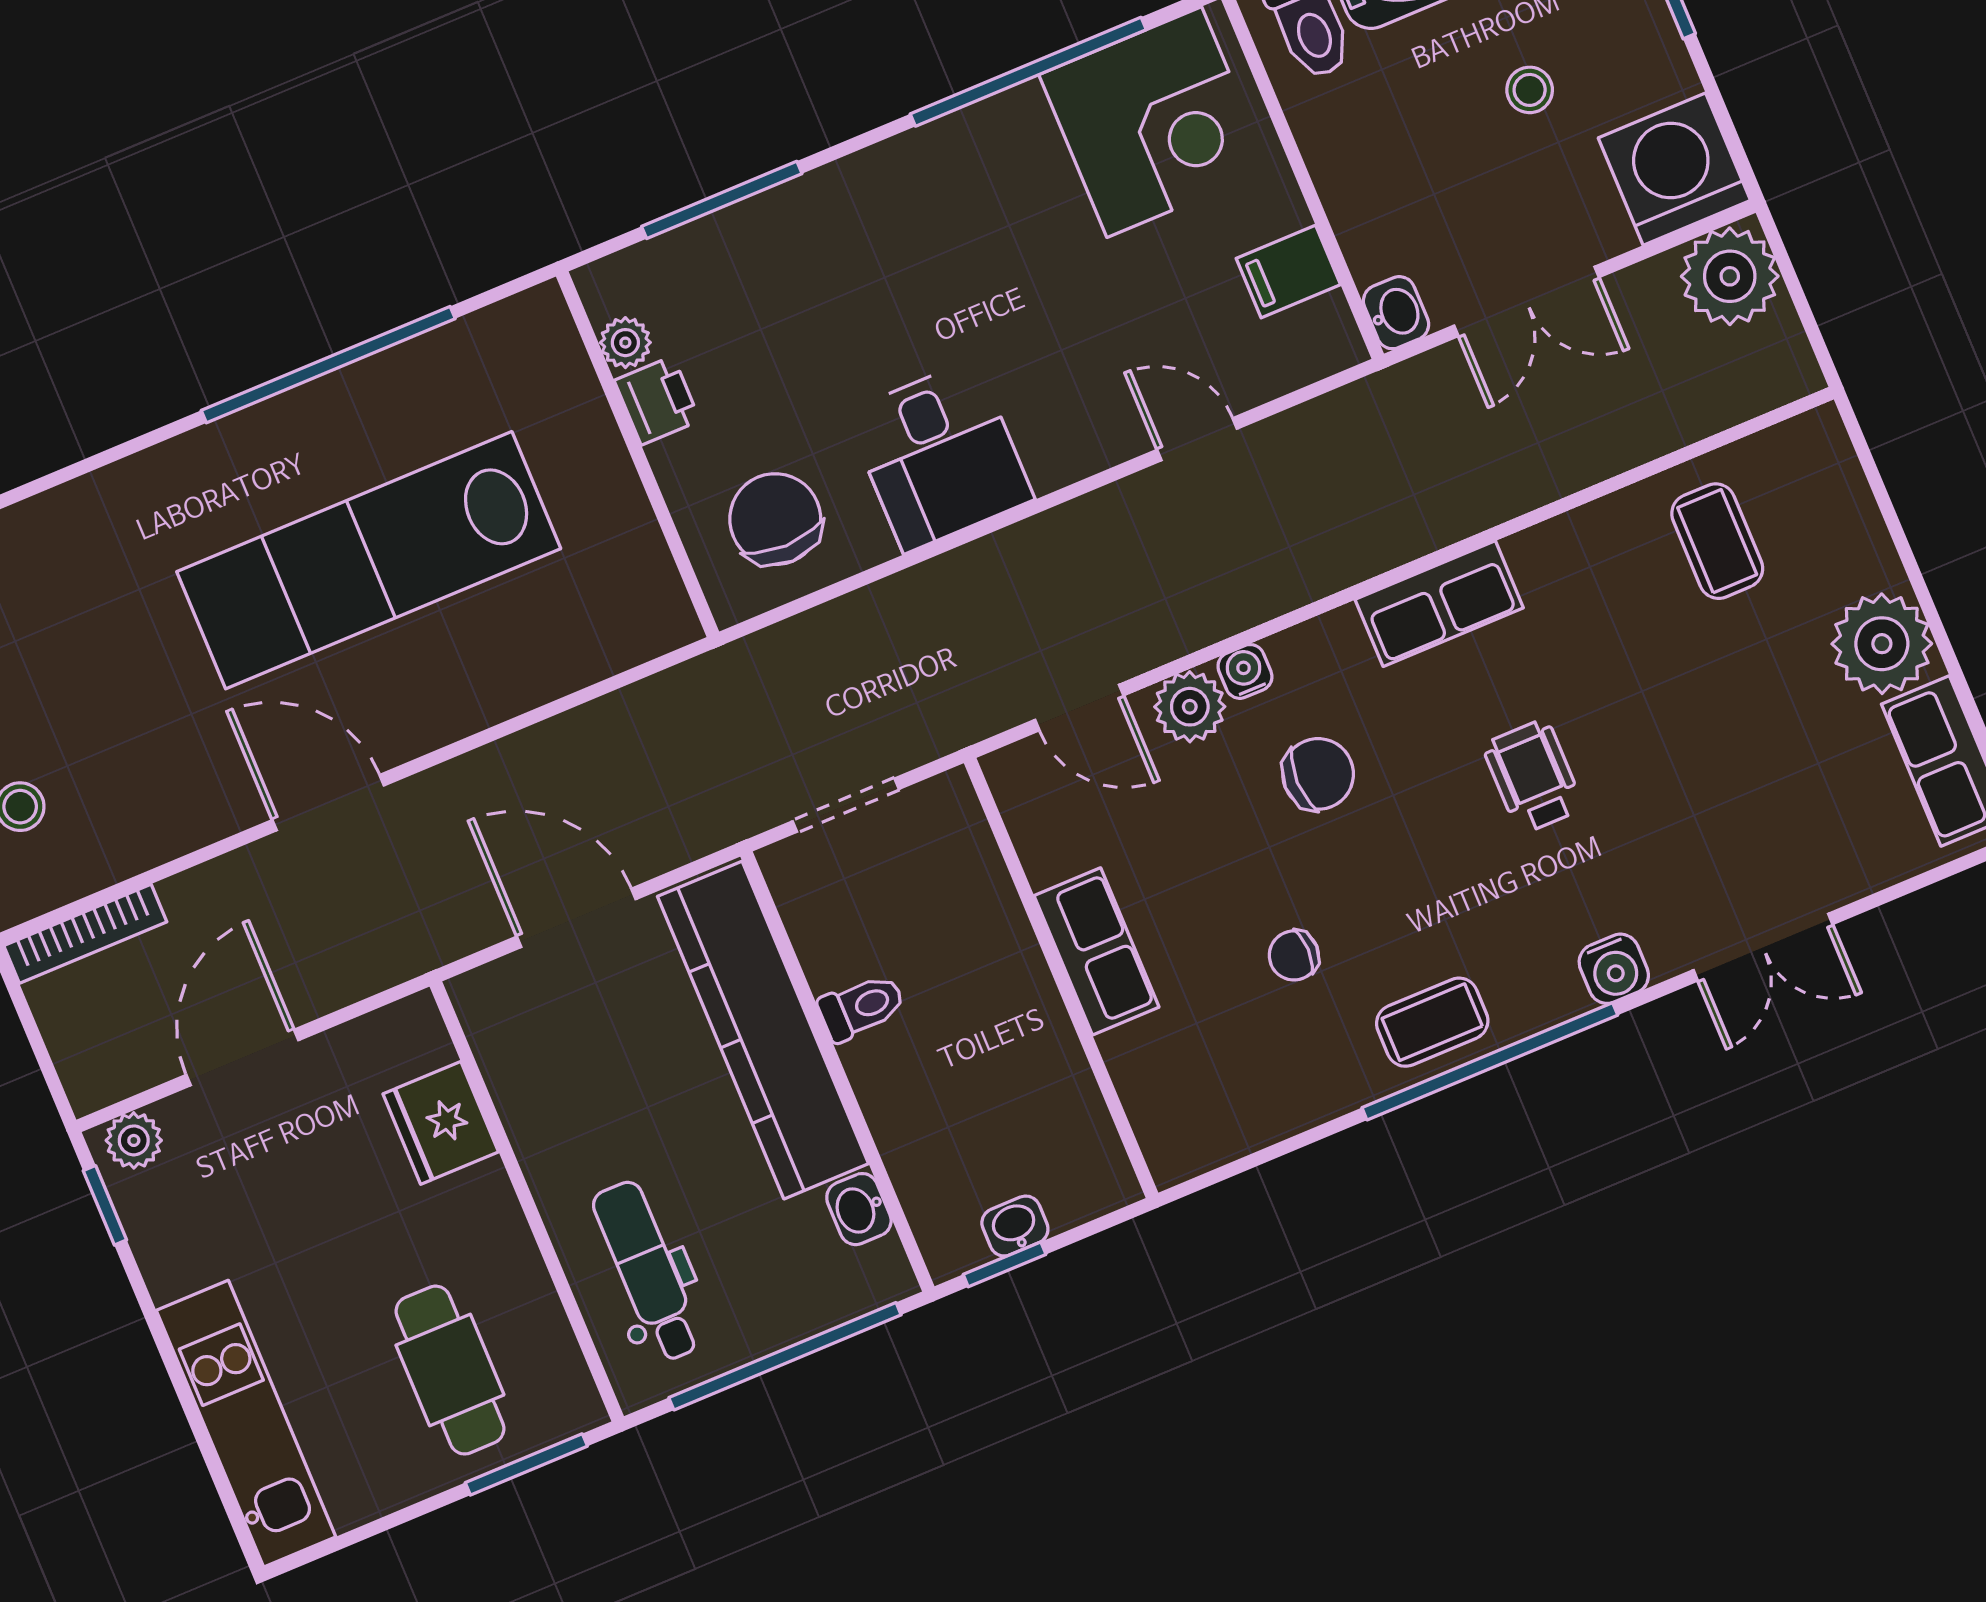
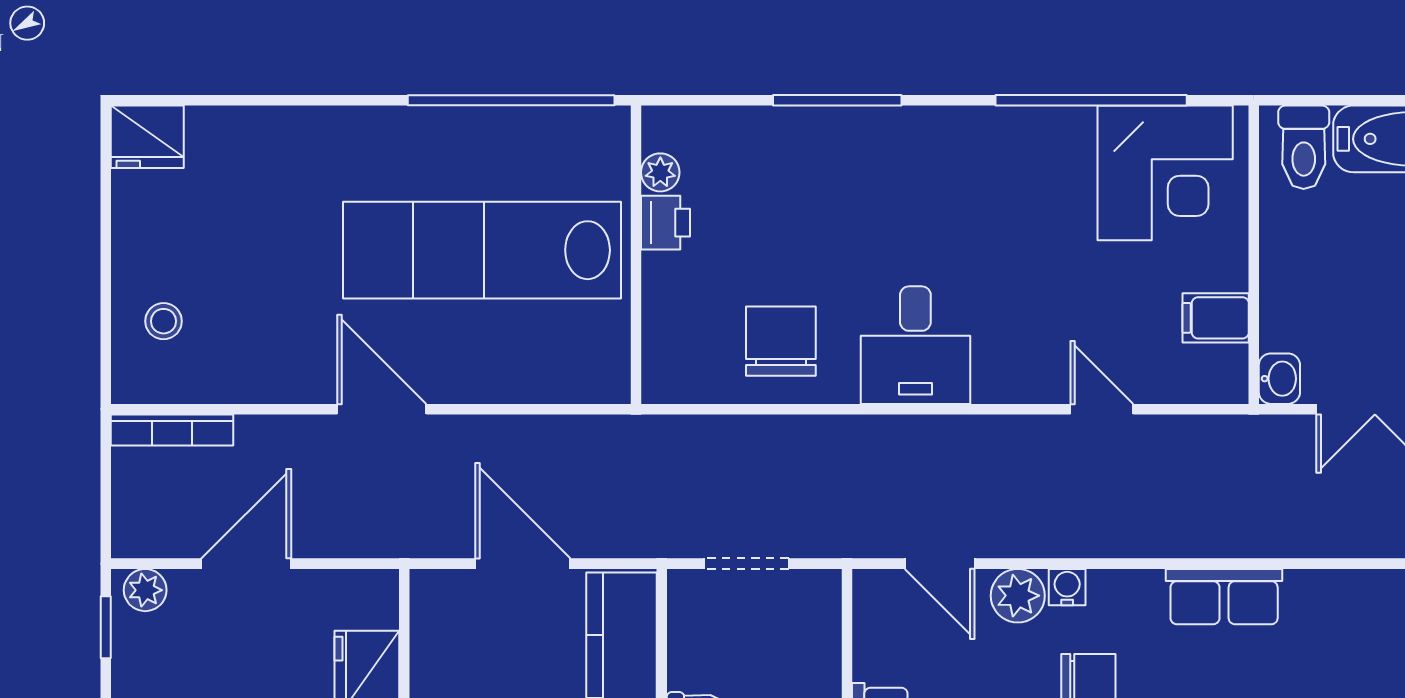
plant: (625, 343) -> (660, 172), moved
printer: (657, 400) -> (666, 223), moved
wall: (638, 454) -> (636, 255), moved

